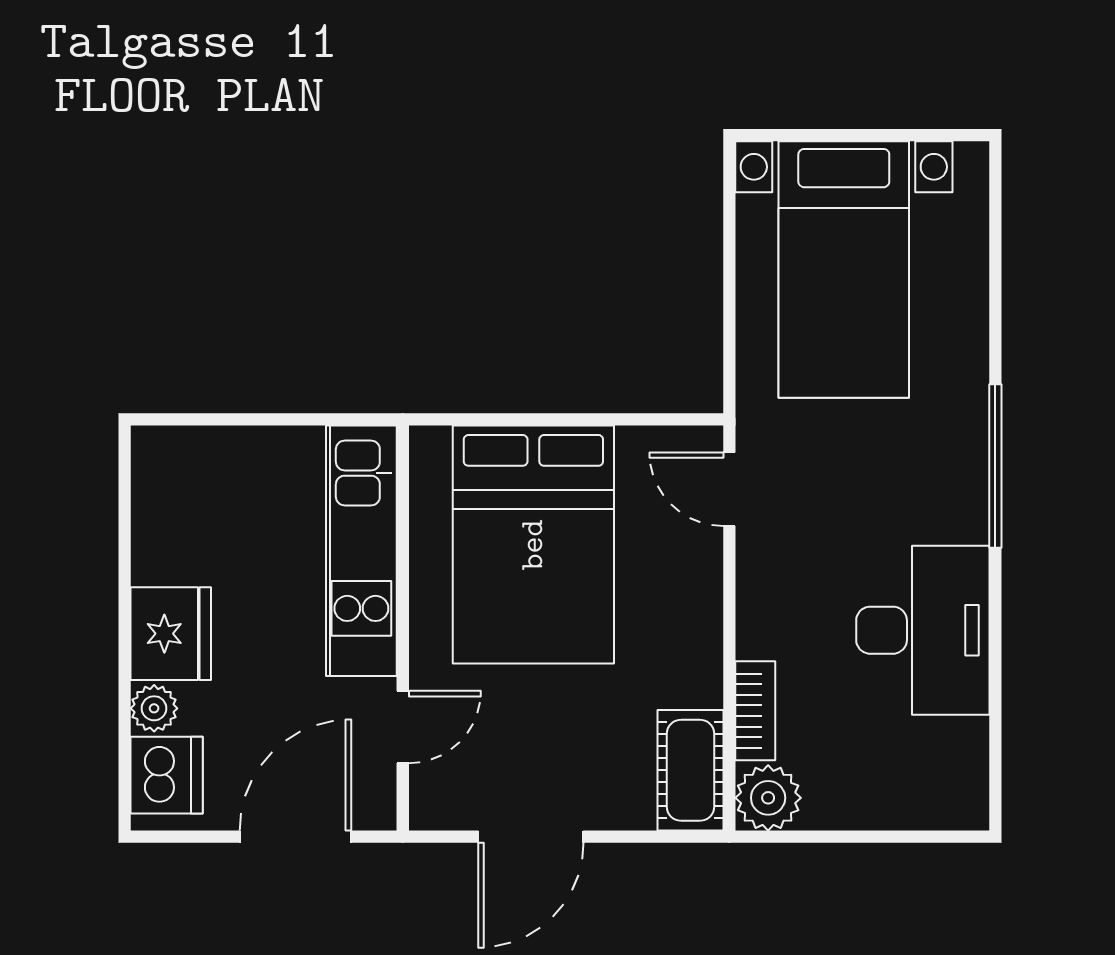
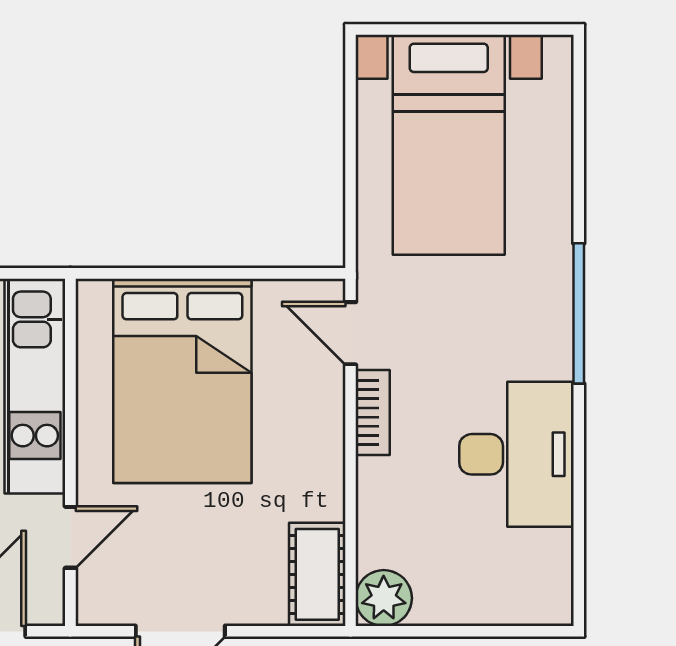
bookcase: (755, 711) -> (373, 412), moved

